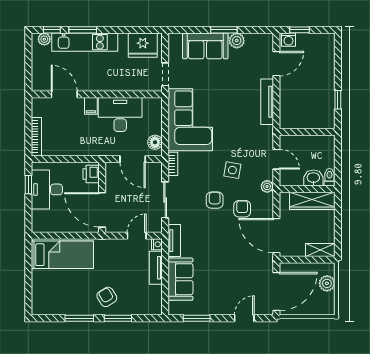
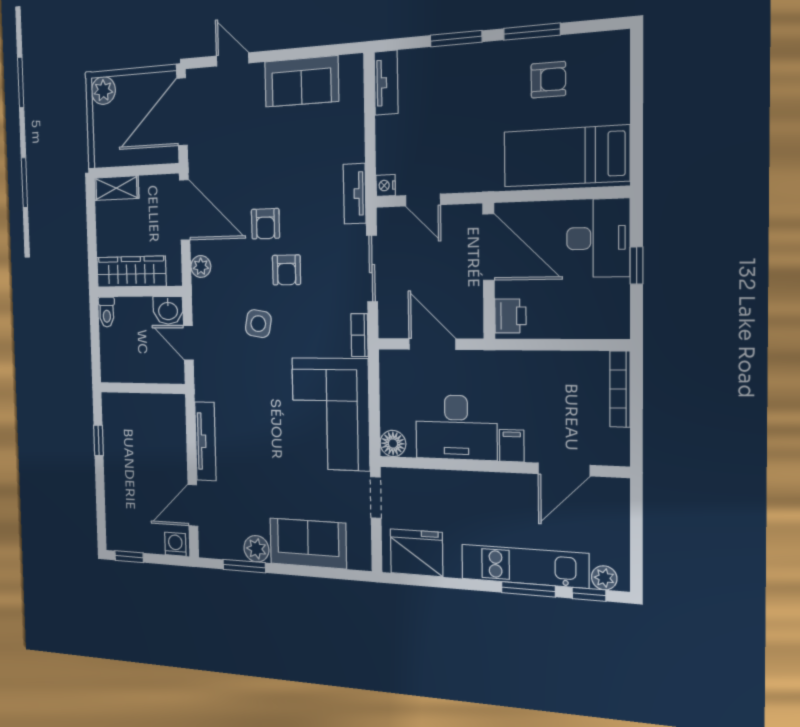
window: (224, 30) -> (244, 566), moved
window: (299, 30) -> (129, 557), moved
door: (64, 94) -> (564, 470), hinge flipped
floor lamp: (155, 142) -> (393, 443), moved
washbasin: (313, 178) -> (168, 310), moved
window: (28, 185) -> (637, 266), moved
plant: (267, 186) -> (201, 266), moved
desk: (47, 189) -> (598, 238), moved
armchair: (242, 209) -> (265, 224), moved
door: (137, 236) -> (423, 200), hinge flipped
tv unit: (156, 268) -> (386, 83), moved
sofa: (180, 279) -> (301, 81), moved, turned -90
plant: (327, 283) -> (103, 91), moved
armchair: (107, 297) -> (548, 80), moved, turned -59
window: (197, 318) -> (313, 52), removed
door: (244, 318) -> (232, 59), swing flipped

